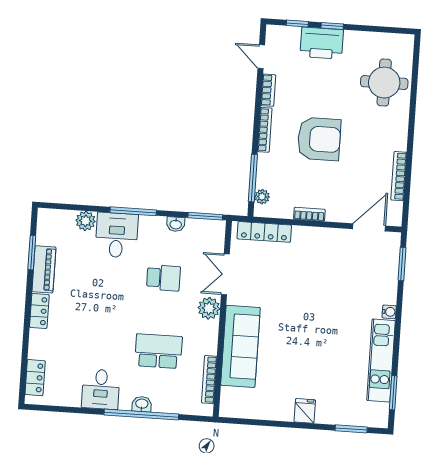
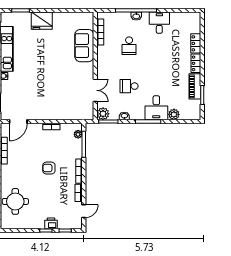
printer: (322, 43) -> (51, 223), width x0.53, depth x0.68
door: (261, 57) -> (84, 211), hinge flipped
armchair: (319, 139) -> (49, 168), width x0.53, depth x0.53
locker: (264, 232) -> (76, 115), removed
plant: (209, 308) -> (103, 114), moved
sofa: (240, 346) -> (84, 46), width x0.73
school desk: (158, 351) -> (129, 46), width x0.54
locker: (35, 378) -> (196, 43), moved
fridge: (305, 411) -> (42, 21), width x1.88, depth x1.34

